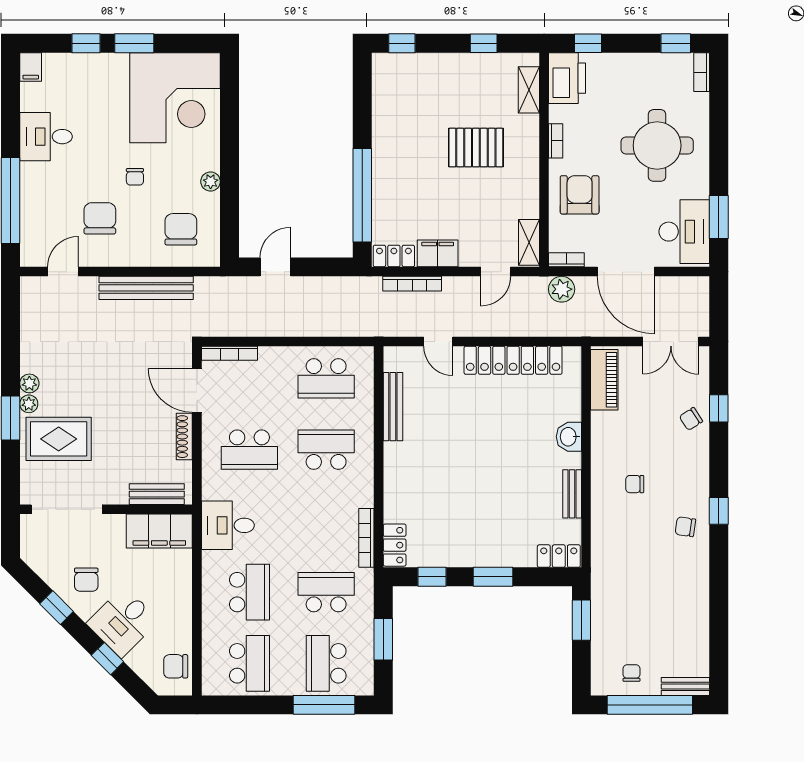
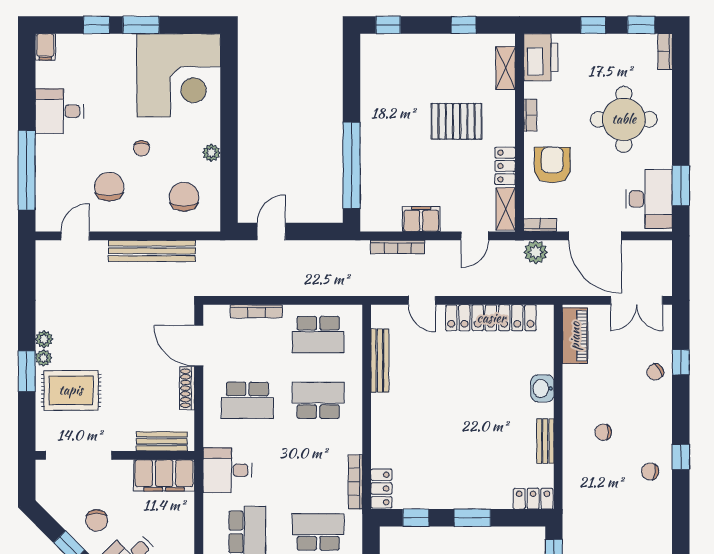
window: (588, 43) -> (593, 25), moved
locker: (394, 256) -> (505, 166), moved, turned -90
bookcase: (230, 353) -> (256, 311), moved

